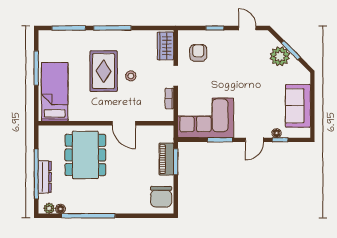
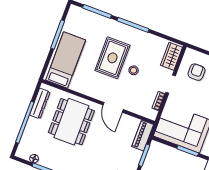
piano: (166, 159) -> (143, 136), moved
dresser: (45, 177) -> (40, 103), moved
plant: (49, 208) -> (25, 155), removed

